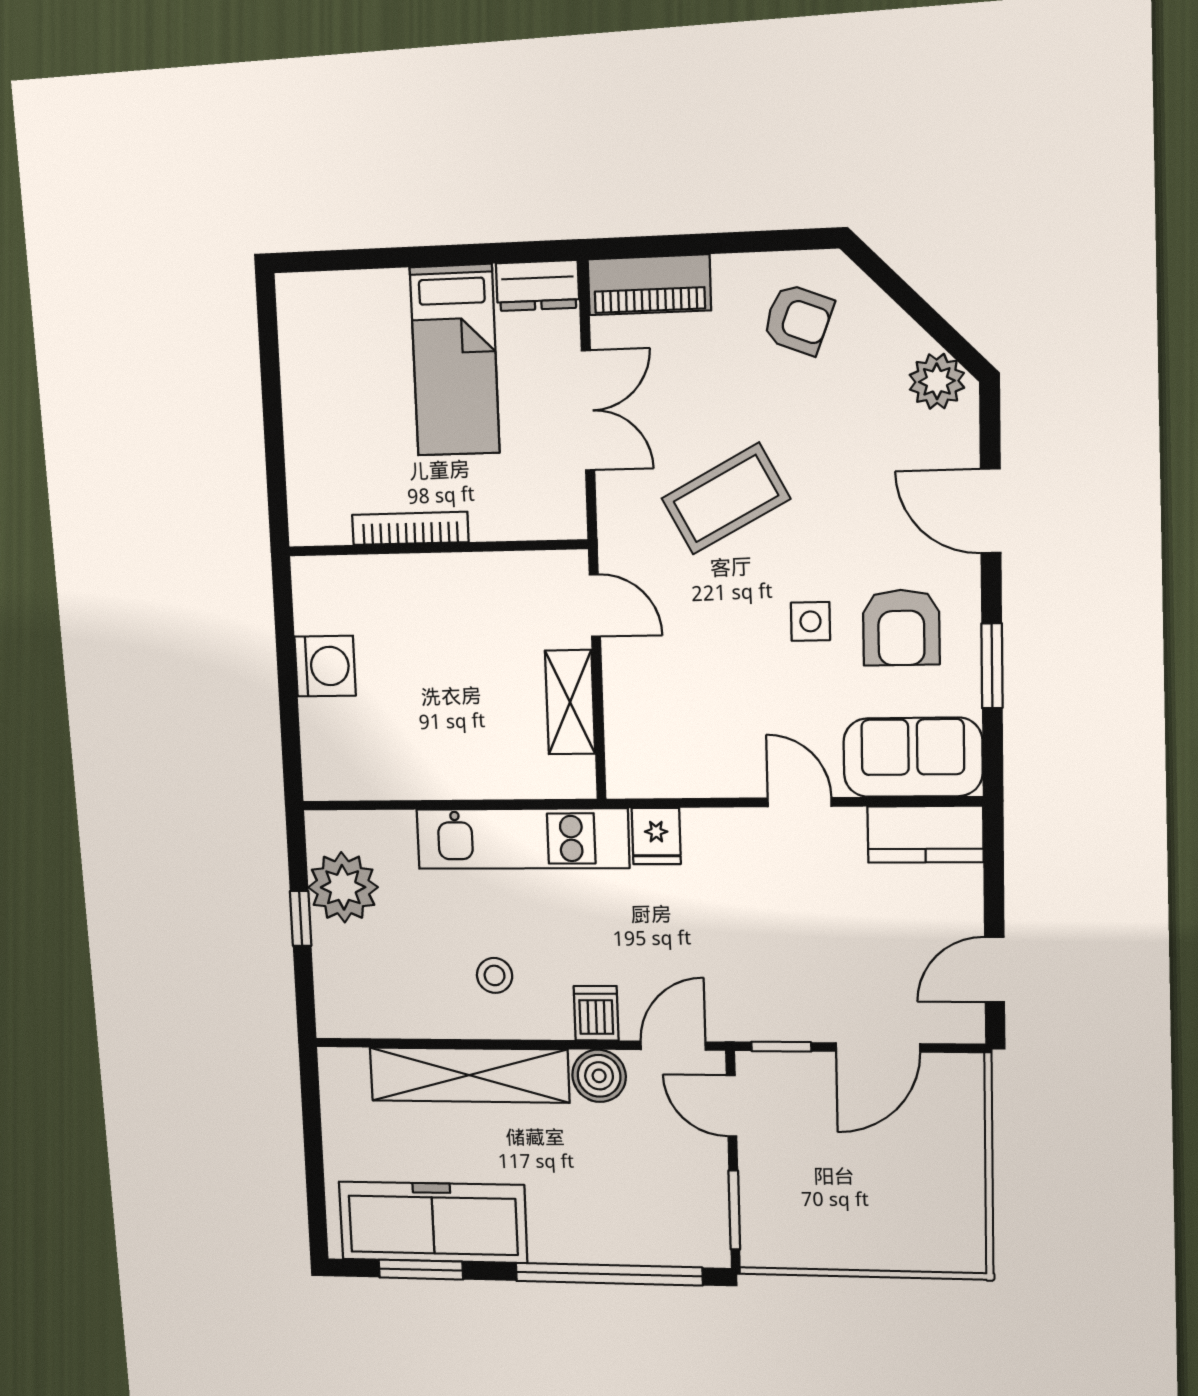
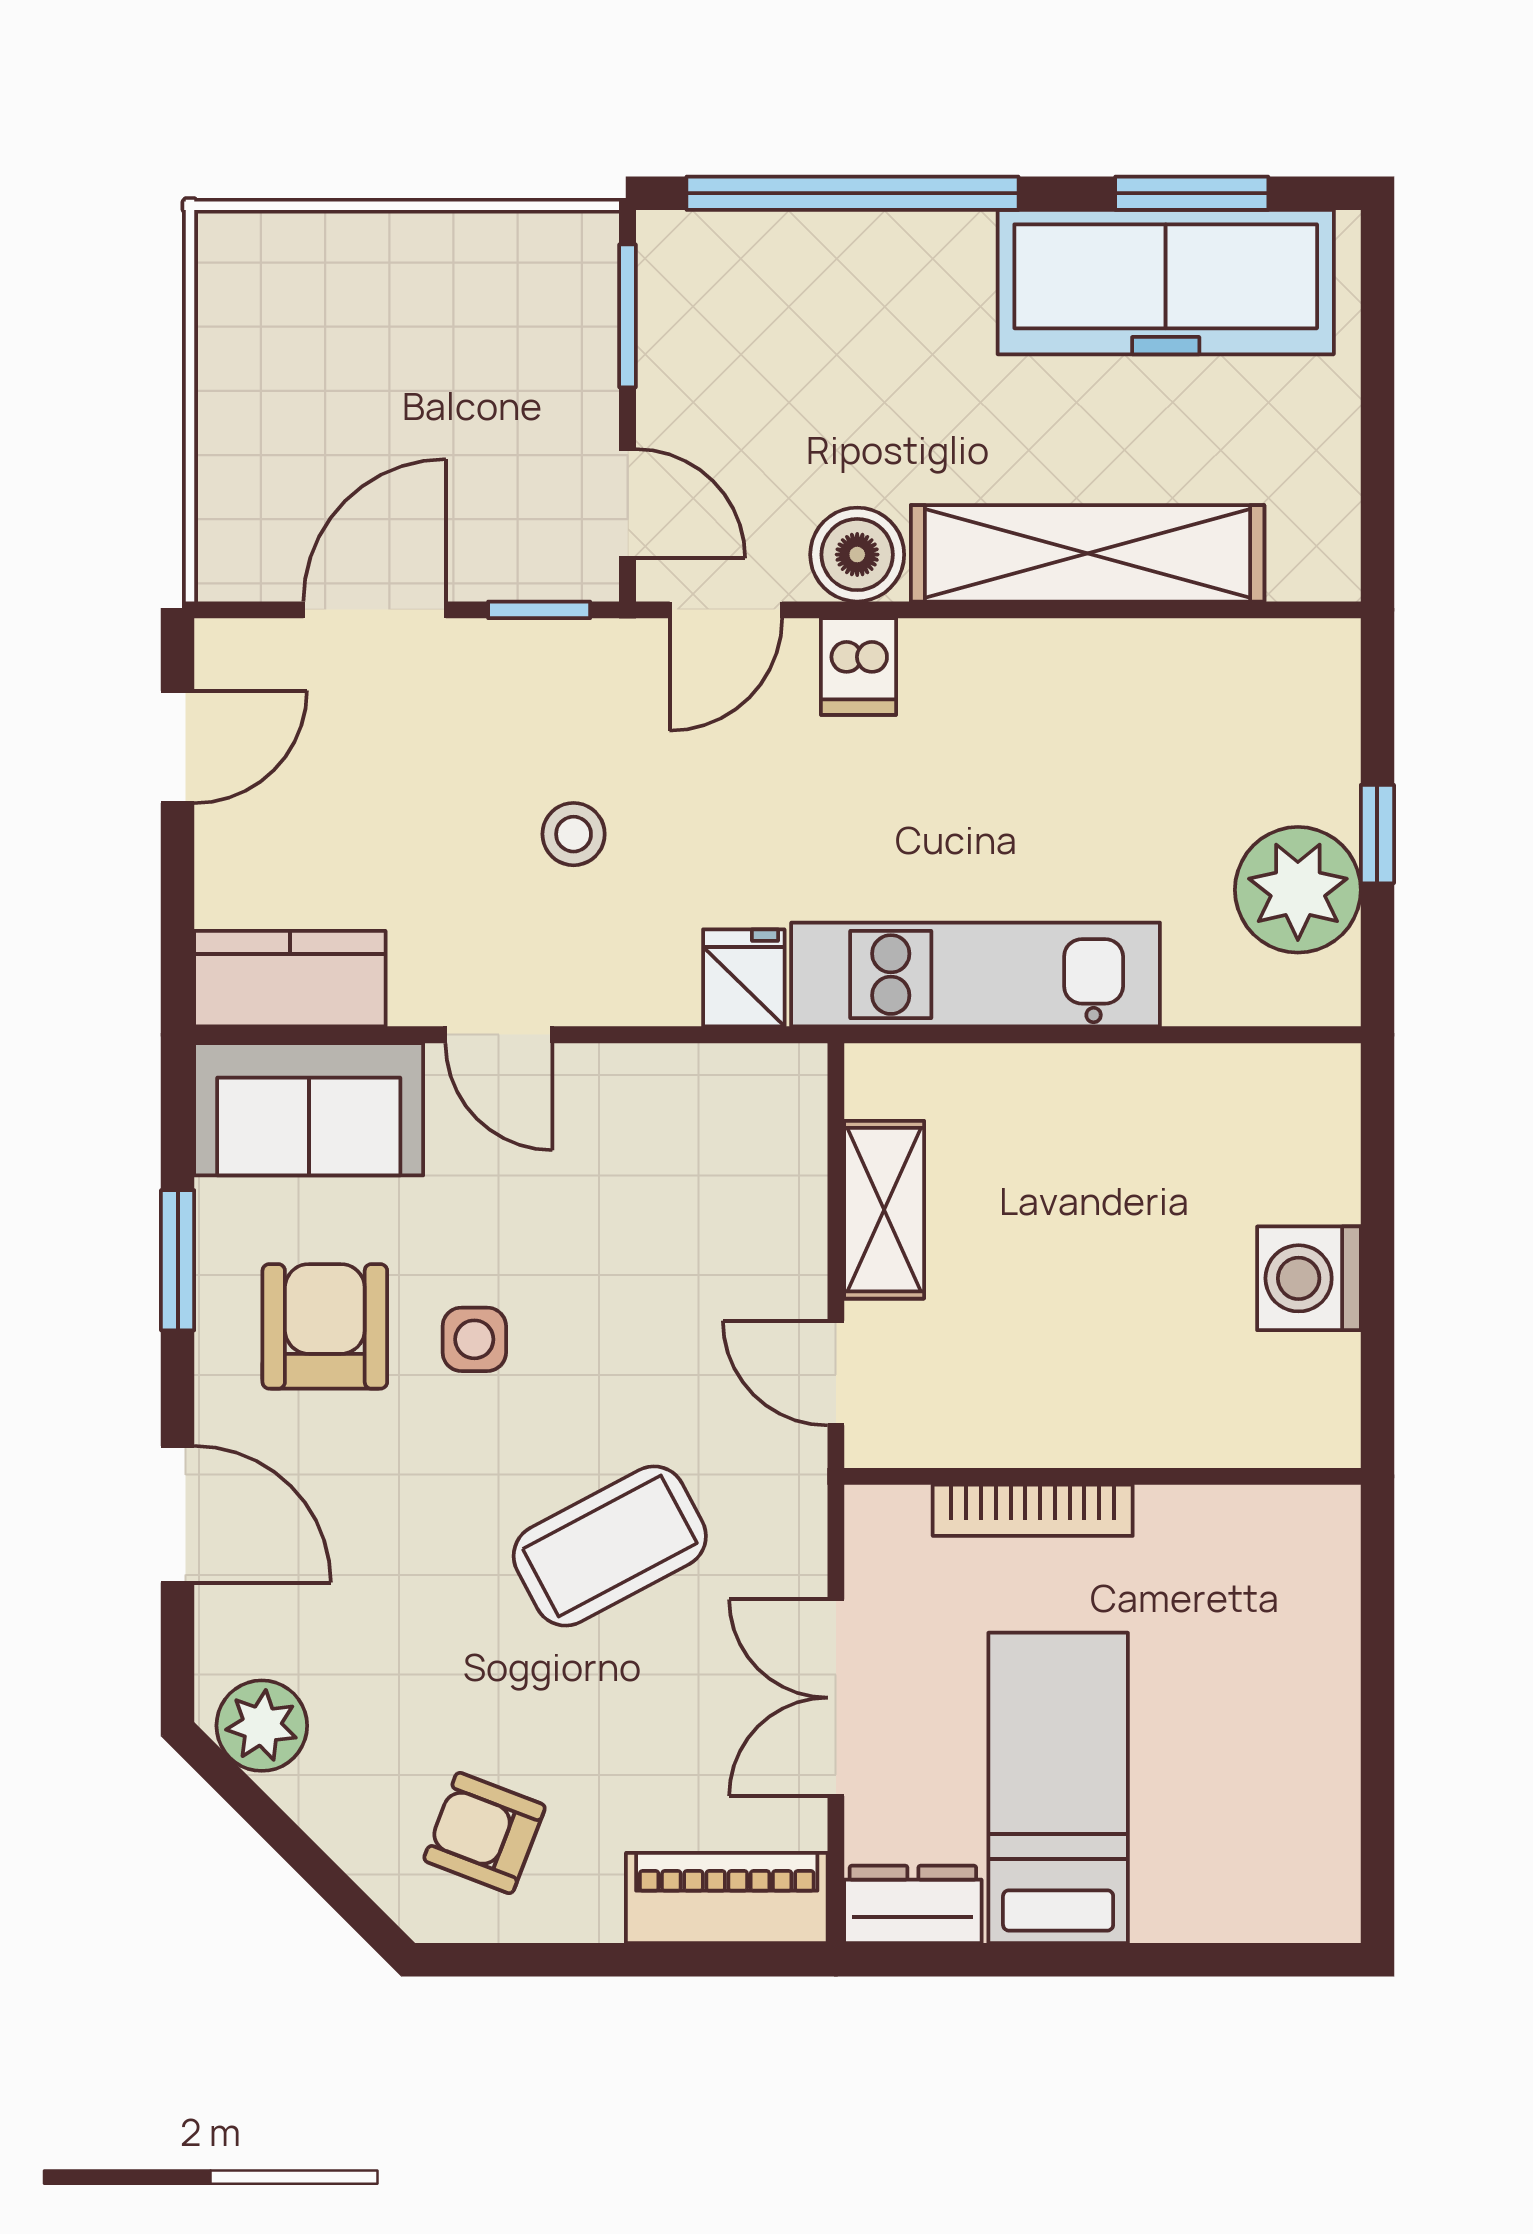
bookcase: (410, 528) -> (1033, 1510), moved
stool: (495, 975) -> (574, 834), moved

